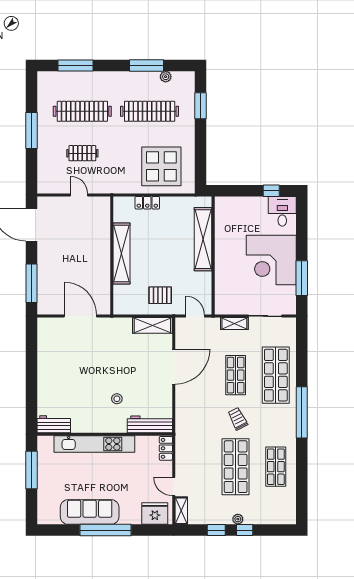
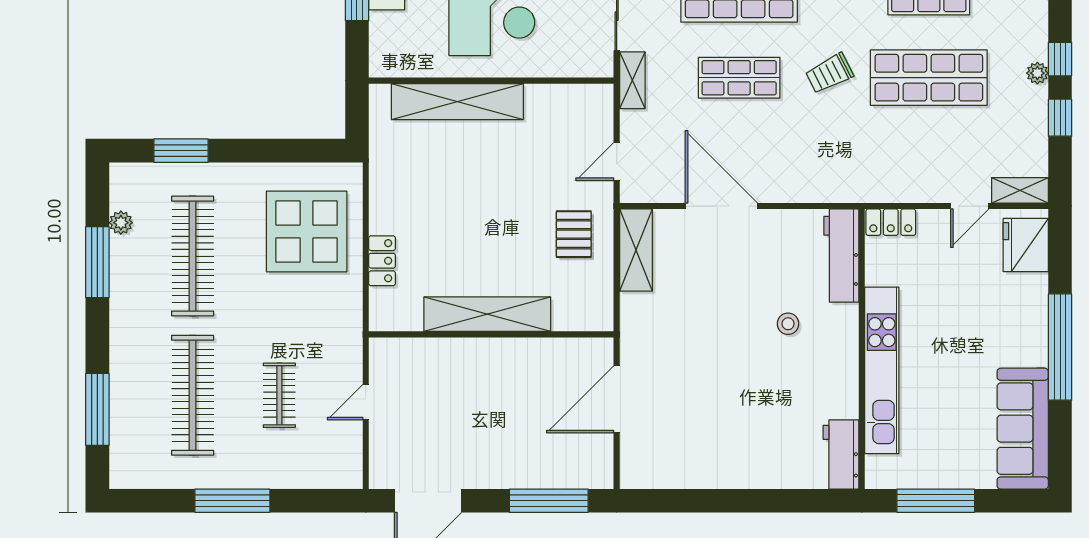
shelving: (203, 239) -> (457, 102), moved
wall: (213, 255) -> (491, 81), moved
sofa: (90, 512) -> (1023, 429), moved

